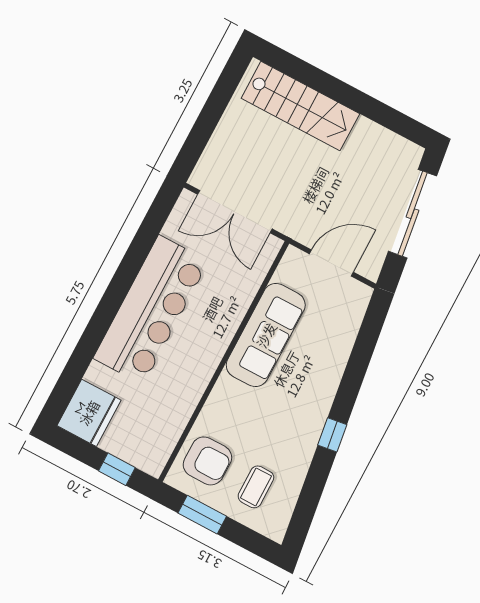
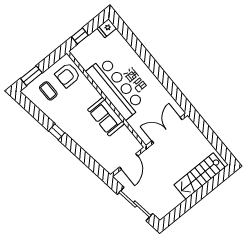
bar counter: (151, 310) -> (115, 88), moved, turned 180
sofa: (266, 335) -> (106, 117), width x0.73
fridge: (89, 413) -> (107, 28), width x0.53, depth x0.75
window: (202, 515) -> (31, 76), moved

